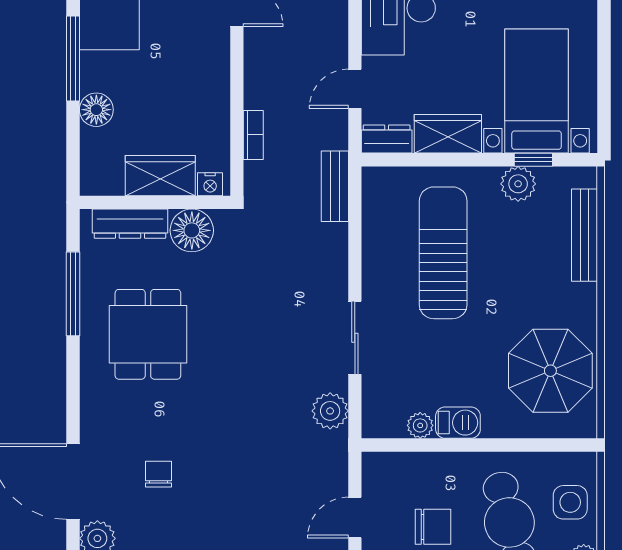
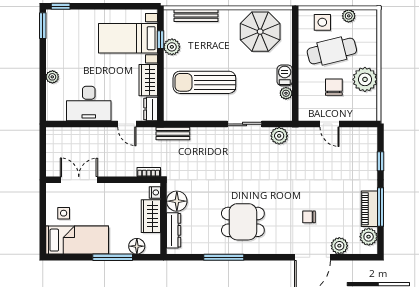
wardrobe: (160, 176) -> (151, 216), moved
nightstand: (210, 184) -> (155, 192), moved
wall: (155, 202) -> (164, 219), moved
dresser: (130, 224) -> (174, 230), moved
floor lamp: (192, 230) -> (177, 201), moved

